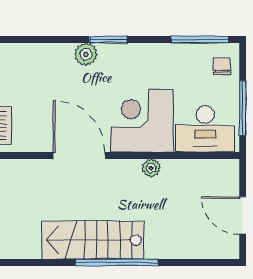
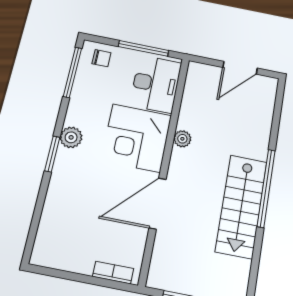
plant: (86, 54) -> (71, 137), moved
chair: (222, 66) -> (102, 58), turned 180

